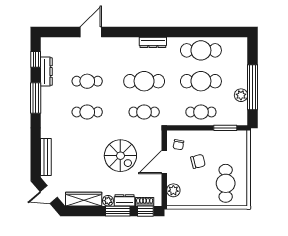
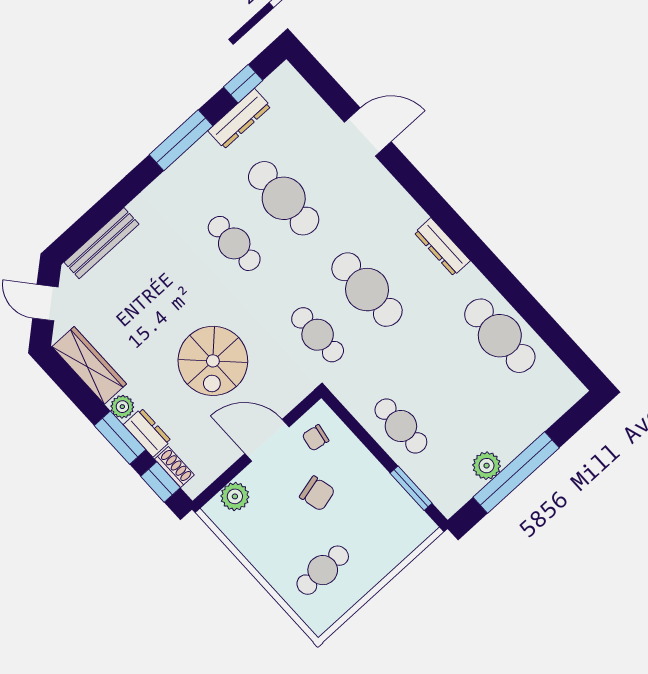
cafe table: (87, 81) -> (284, 198), width x1.37, depth x1.35
cafe table: (201, 81) -> (450, 381), removed
cafe table: (226, 183) -> (323, 570), width x0.73, depth x0.74

